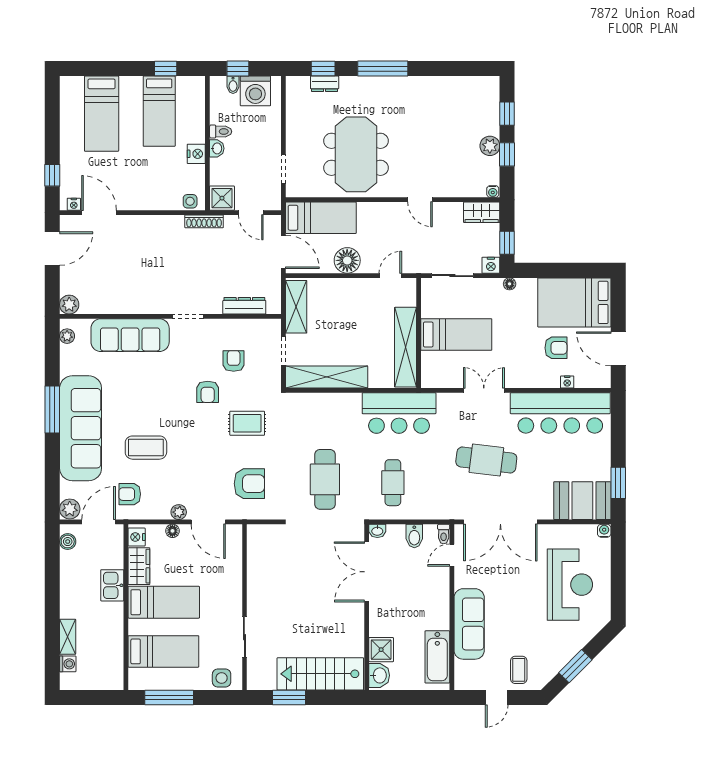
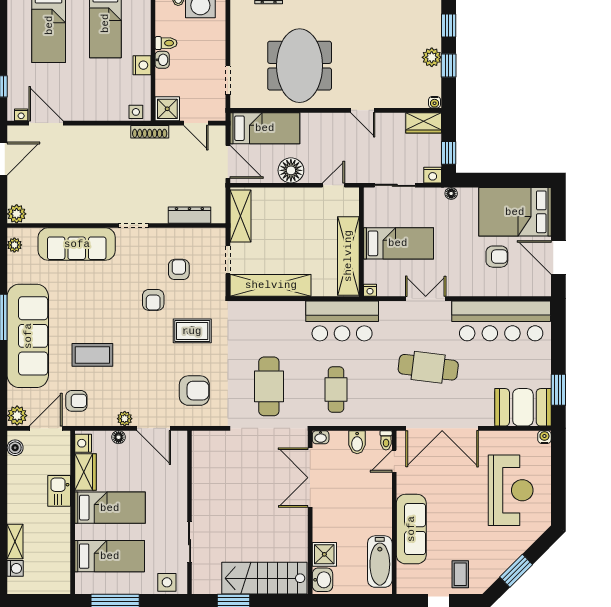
nightstand: (567, 382) -> (370, 290), moved
armchair: (130, 494) -> (76, 401), turned 180

